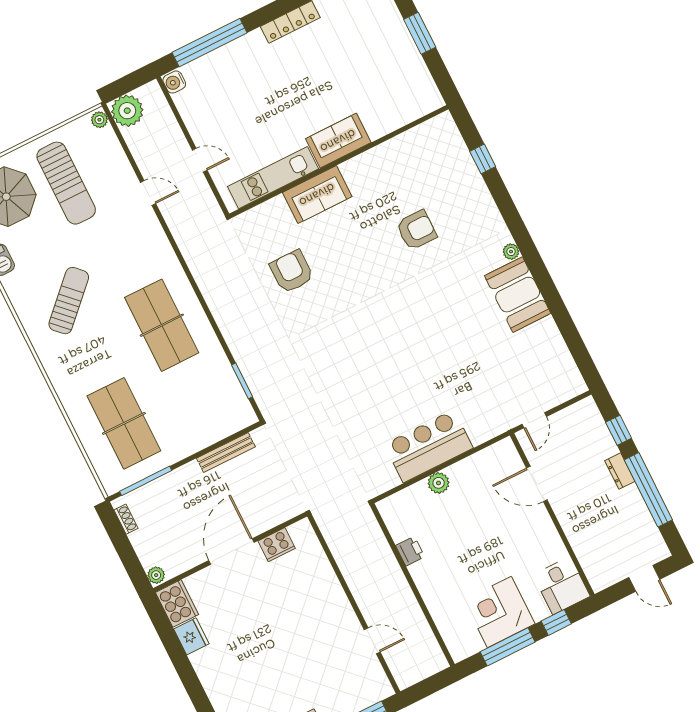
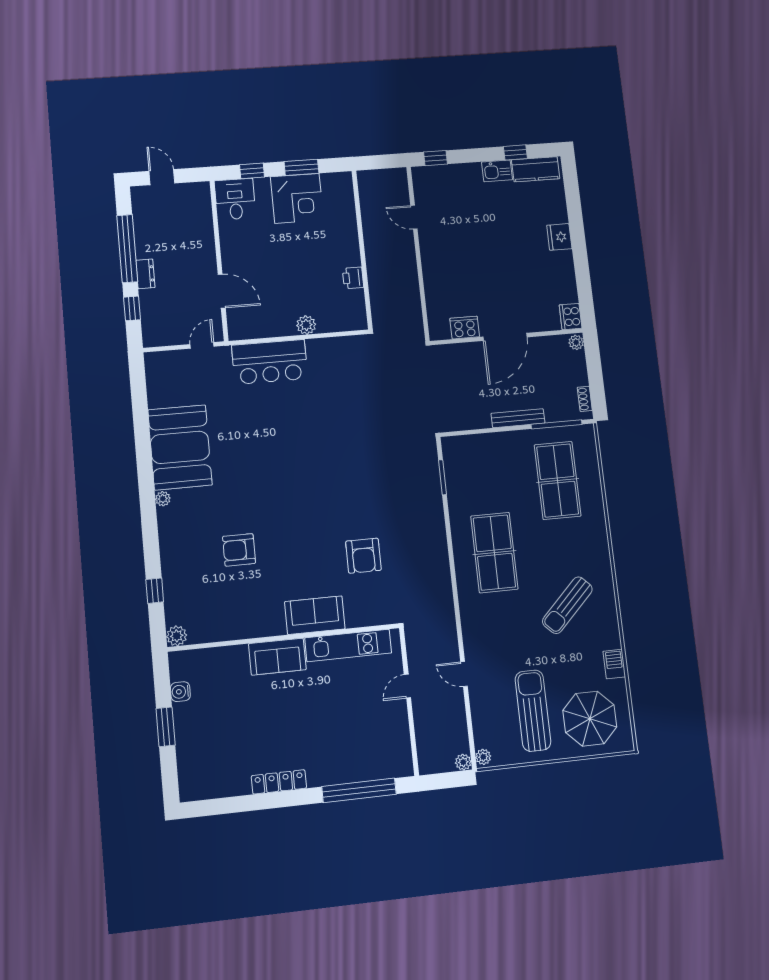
water cooler: (174, 82) -> (180, 692), moved, turned 180
plant: (127, 111) -> (463, 762), width x0.53, depth x0.53
plant: (444, 124) -> (177, 636), added
door: (200, 160) -> (407, 686), hinge flipped
booth: (518, 295) -> (180, 447), width x1.36, depth x1.42
bar counter: (429, 446) -> (270, 362), moved
bench: (226, 452) -> (518, 418), moved
cooker: (177, 603) -> (571, 317), width x0.73, depth x0.76
fridge: (191, 636) -> (559, 237), moved
window: (508, 647) -> (301, 167), width x0.69

